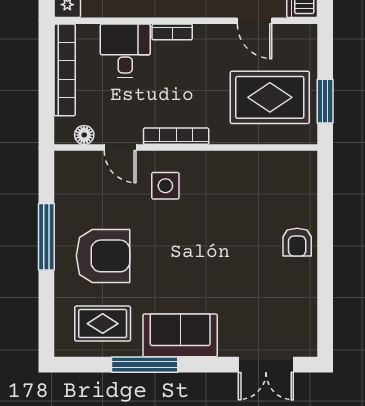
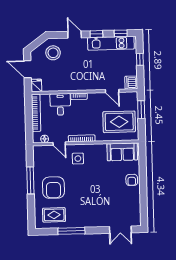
window: (325, 101) -> (141, 110), moved
armchair: (103, 256) -> (53, 188), turned 90
sofa: (180, 335) -> (122, 152), moved, turned 180

